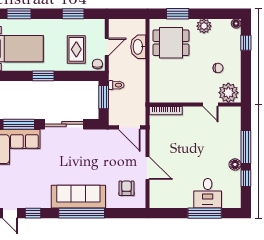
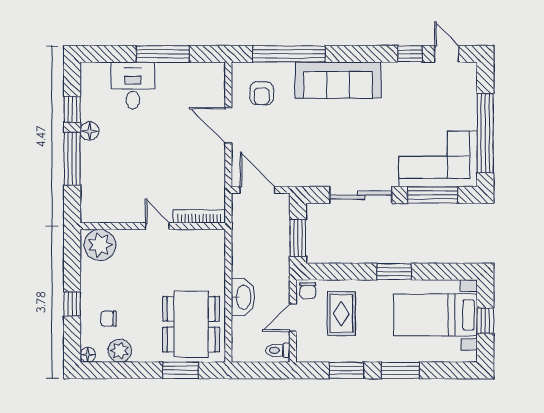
window: (19, 14) -> (400, 370), moved
plant: (204, 26) -> (120, 351), moved
dining table: (171, 43) -> (191, 324), width x1.38
window: (246, 43) -> (72, 304), moved
washbasin: (138, 47) -> (243, 297), moved
chair: (218, 68) -> (109, 319), moved
toilet: (116, 85) -> (278, 350), moved
door: (210, 104) -> (157, 226), moved
window: (82, 213) -> (289, 54), moved
window: (205, 213) -> (163, 54), moved

